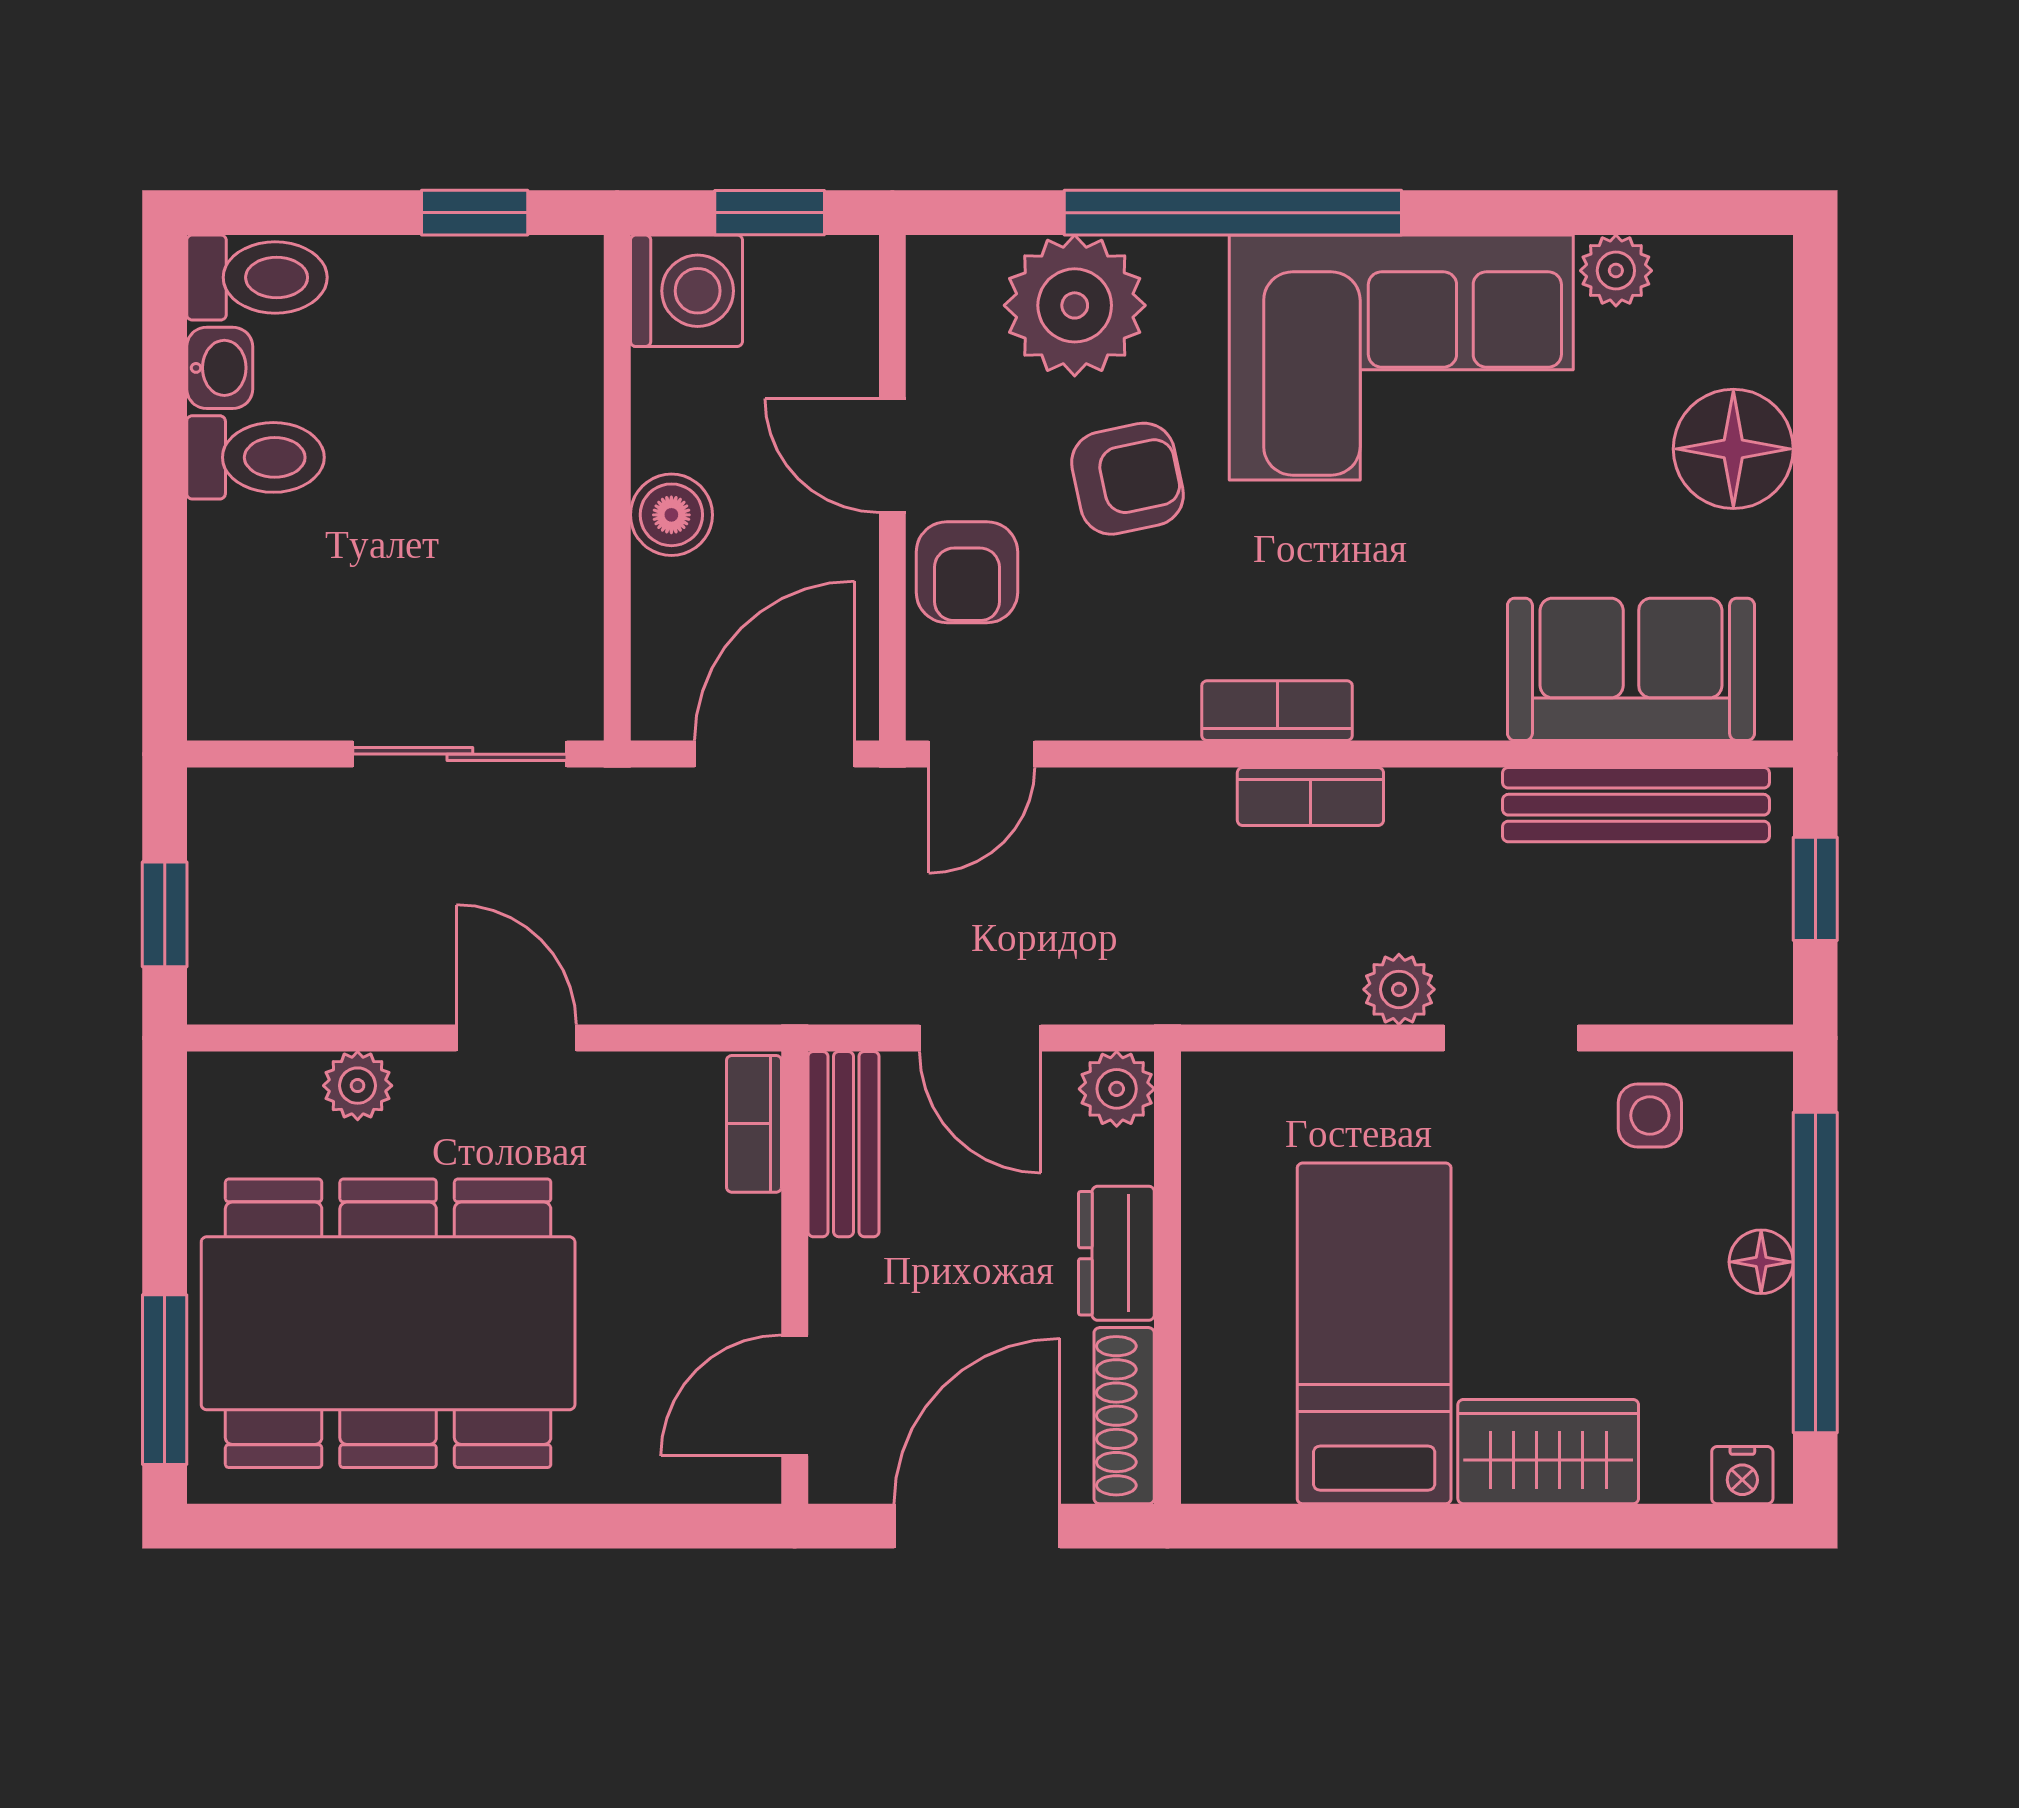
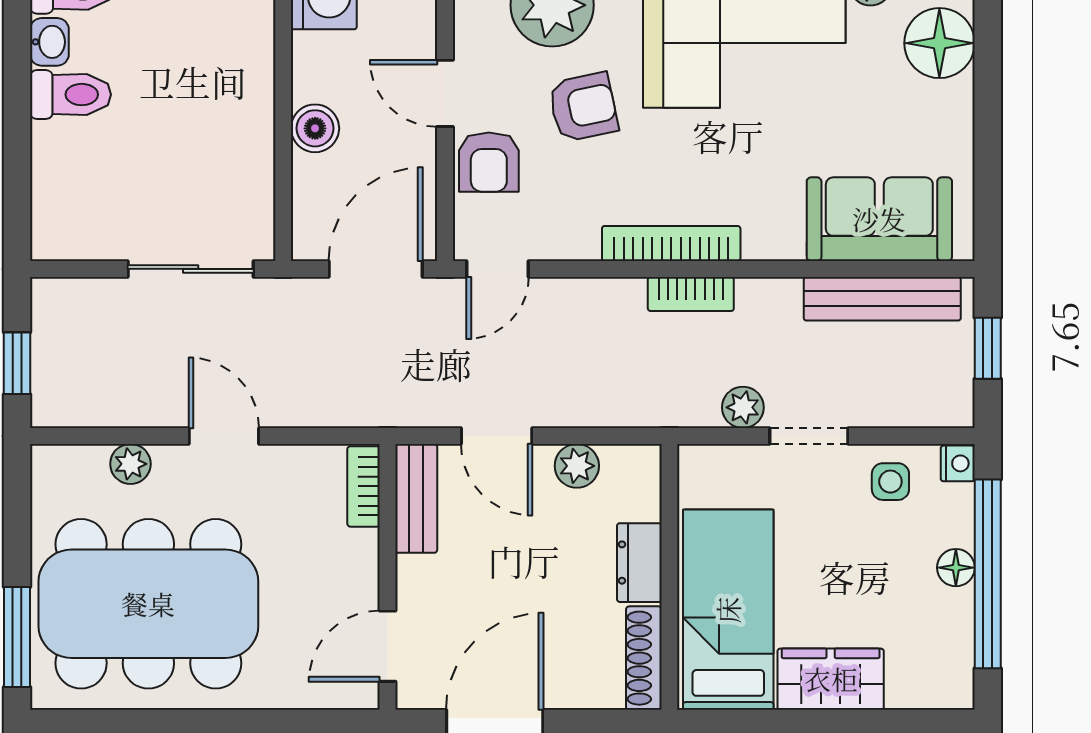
floor lamp: (1733, 449) -> (939, 43), moved
bookcase: (1277, 711) -> (671, 243), width x1.56
dresser: (1116, 1253) -> (639, 563), moved
wall: (1167, 1278) -> (669, 577), moved
shoe rack: (1124, 1416) -> (644, 658), moved
nightstand: (1742, 1475) -> (958, 463), moved, turned -90

